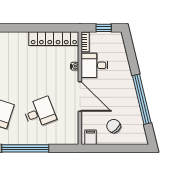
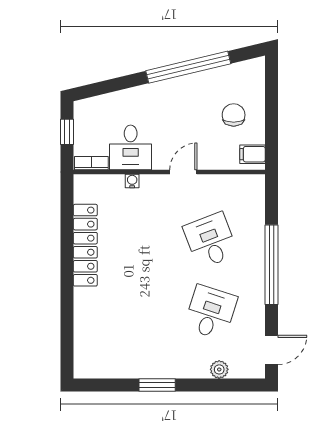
locker: (54, 39) -> (85, 245), moved
door: (80, 96) -> (183, 172), width x0.53
chair: (114, 126) -> (234, 115), turned 134

